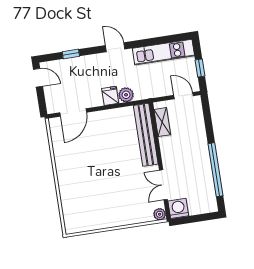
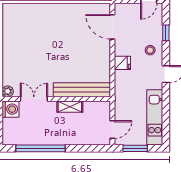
stool: (92, 68) -> (150, 50), added
window: (200, 68) -> (135, 148), width x1.50
plant: (126, 95) -> (121, 77), removed
shelving: (162, 122) -> (70, 107), moved

